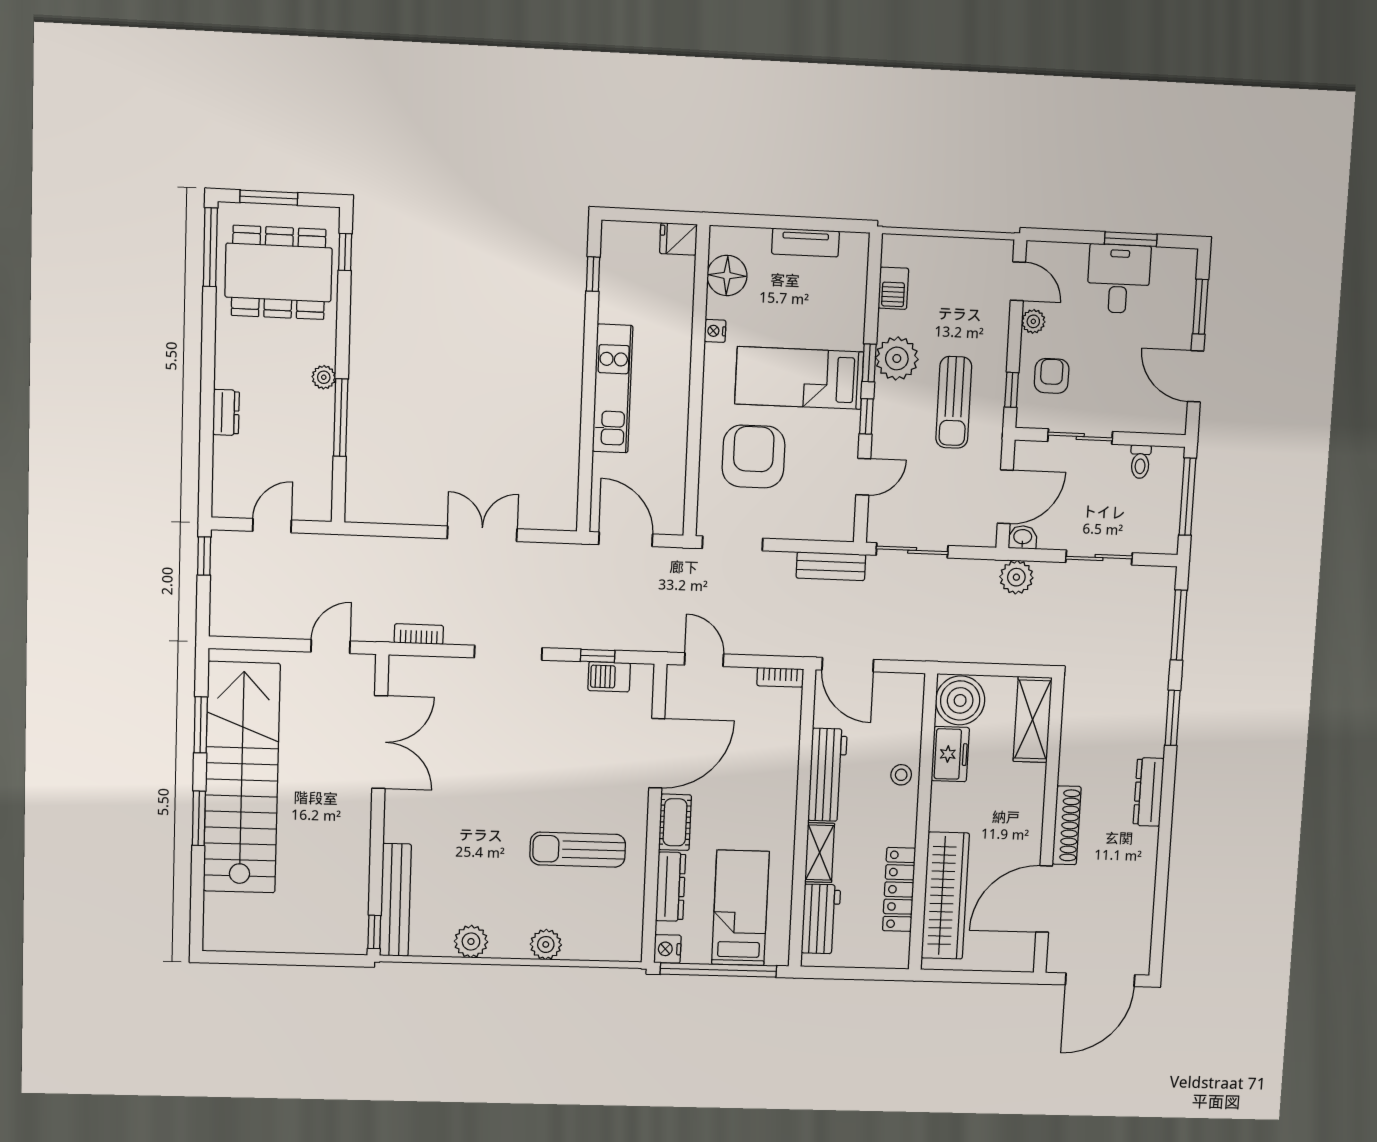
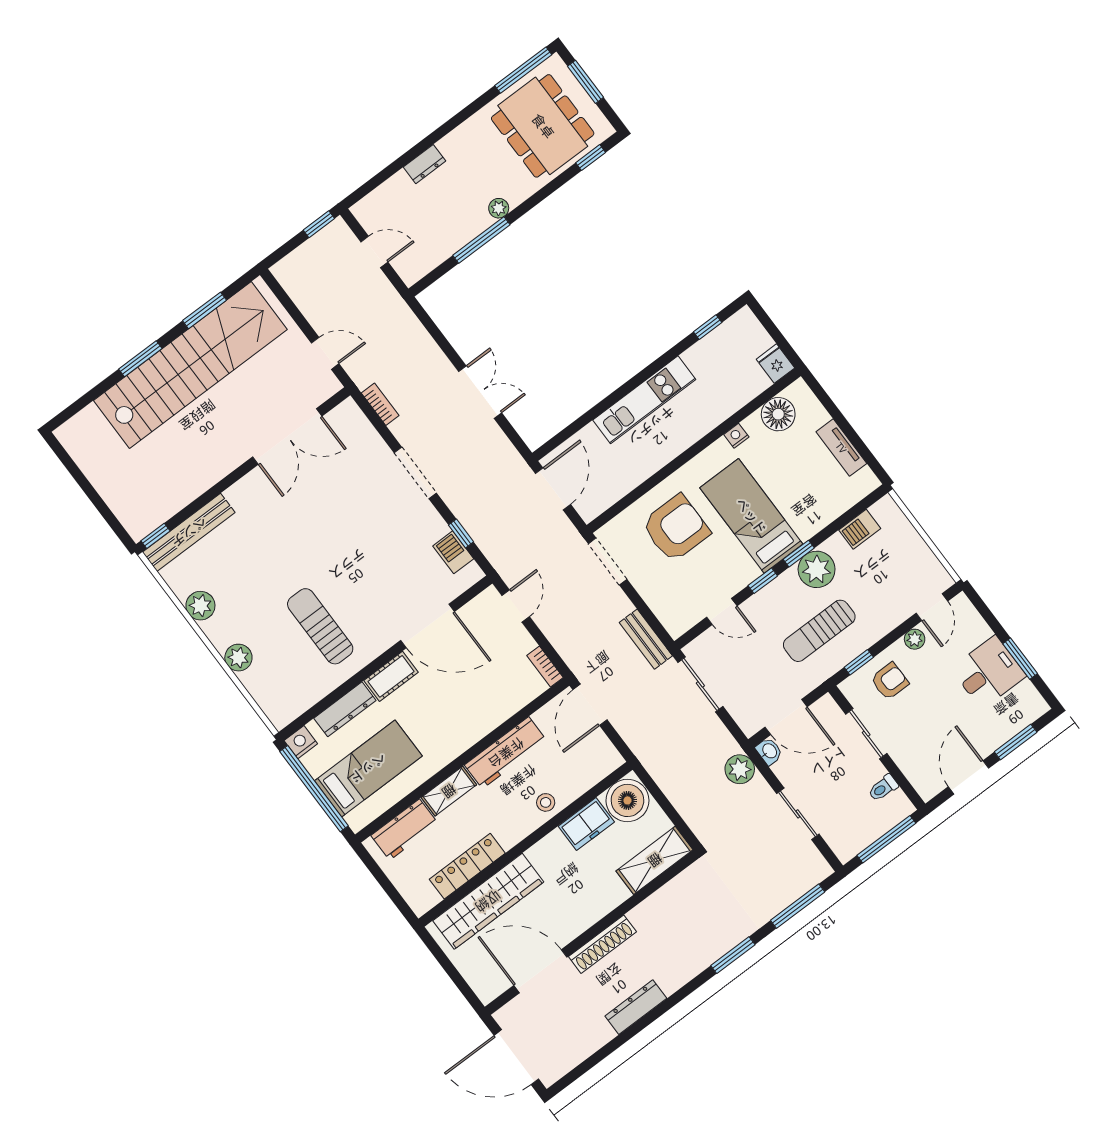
dresser: (1149, 792) -> (636, 1007), moved

